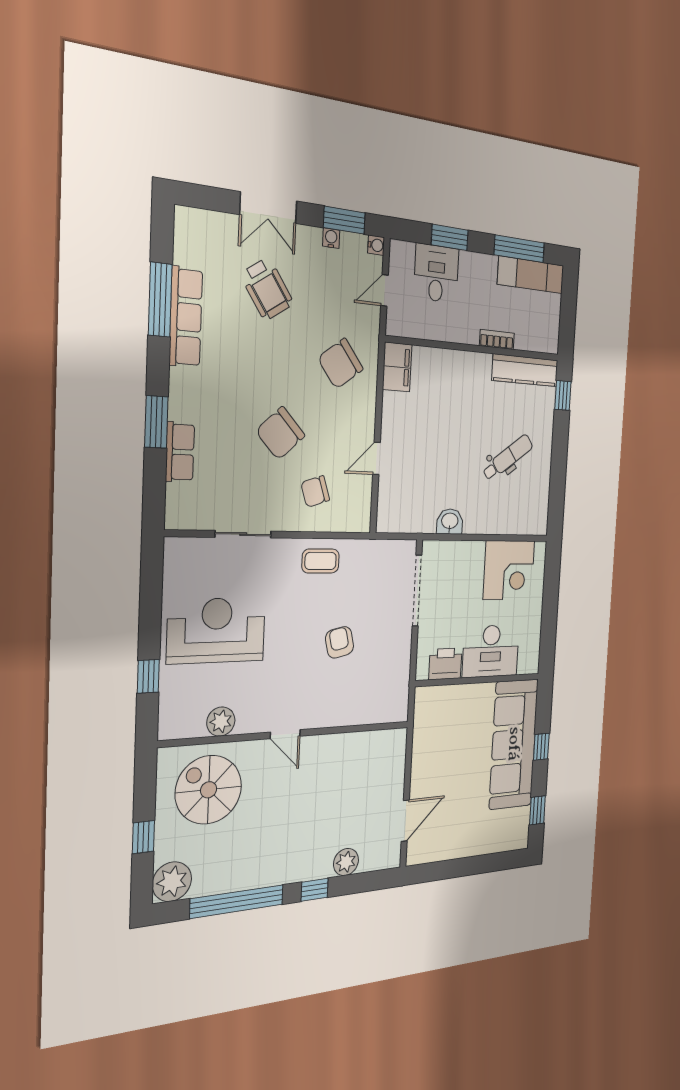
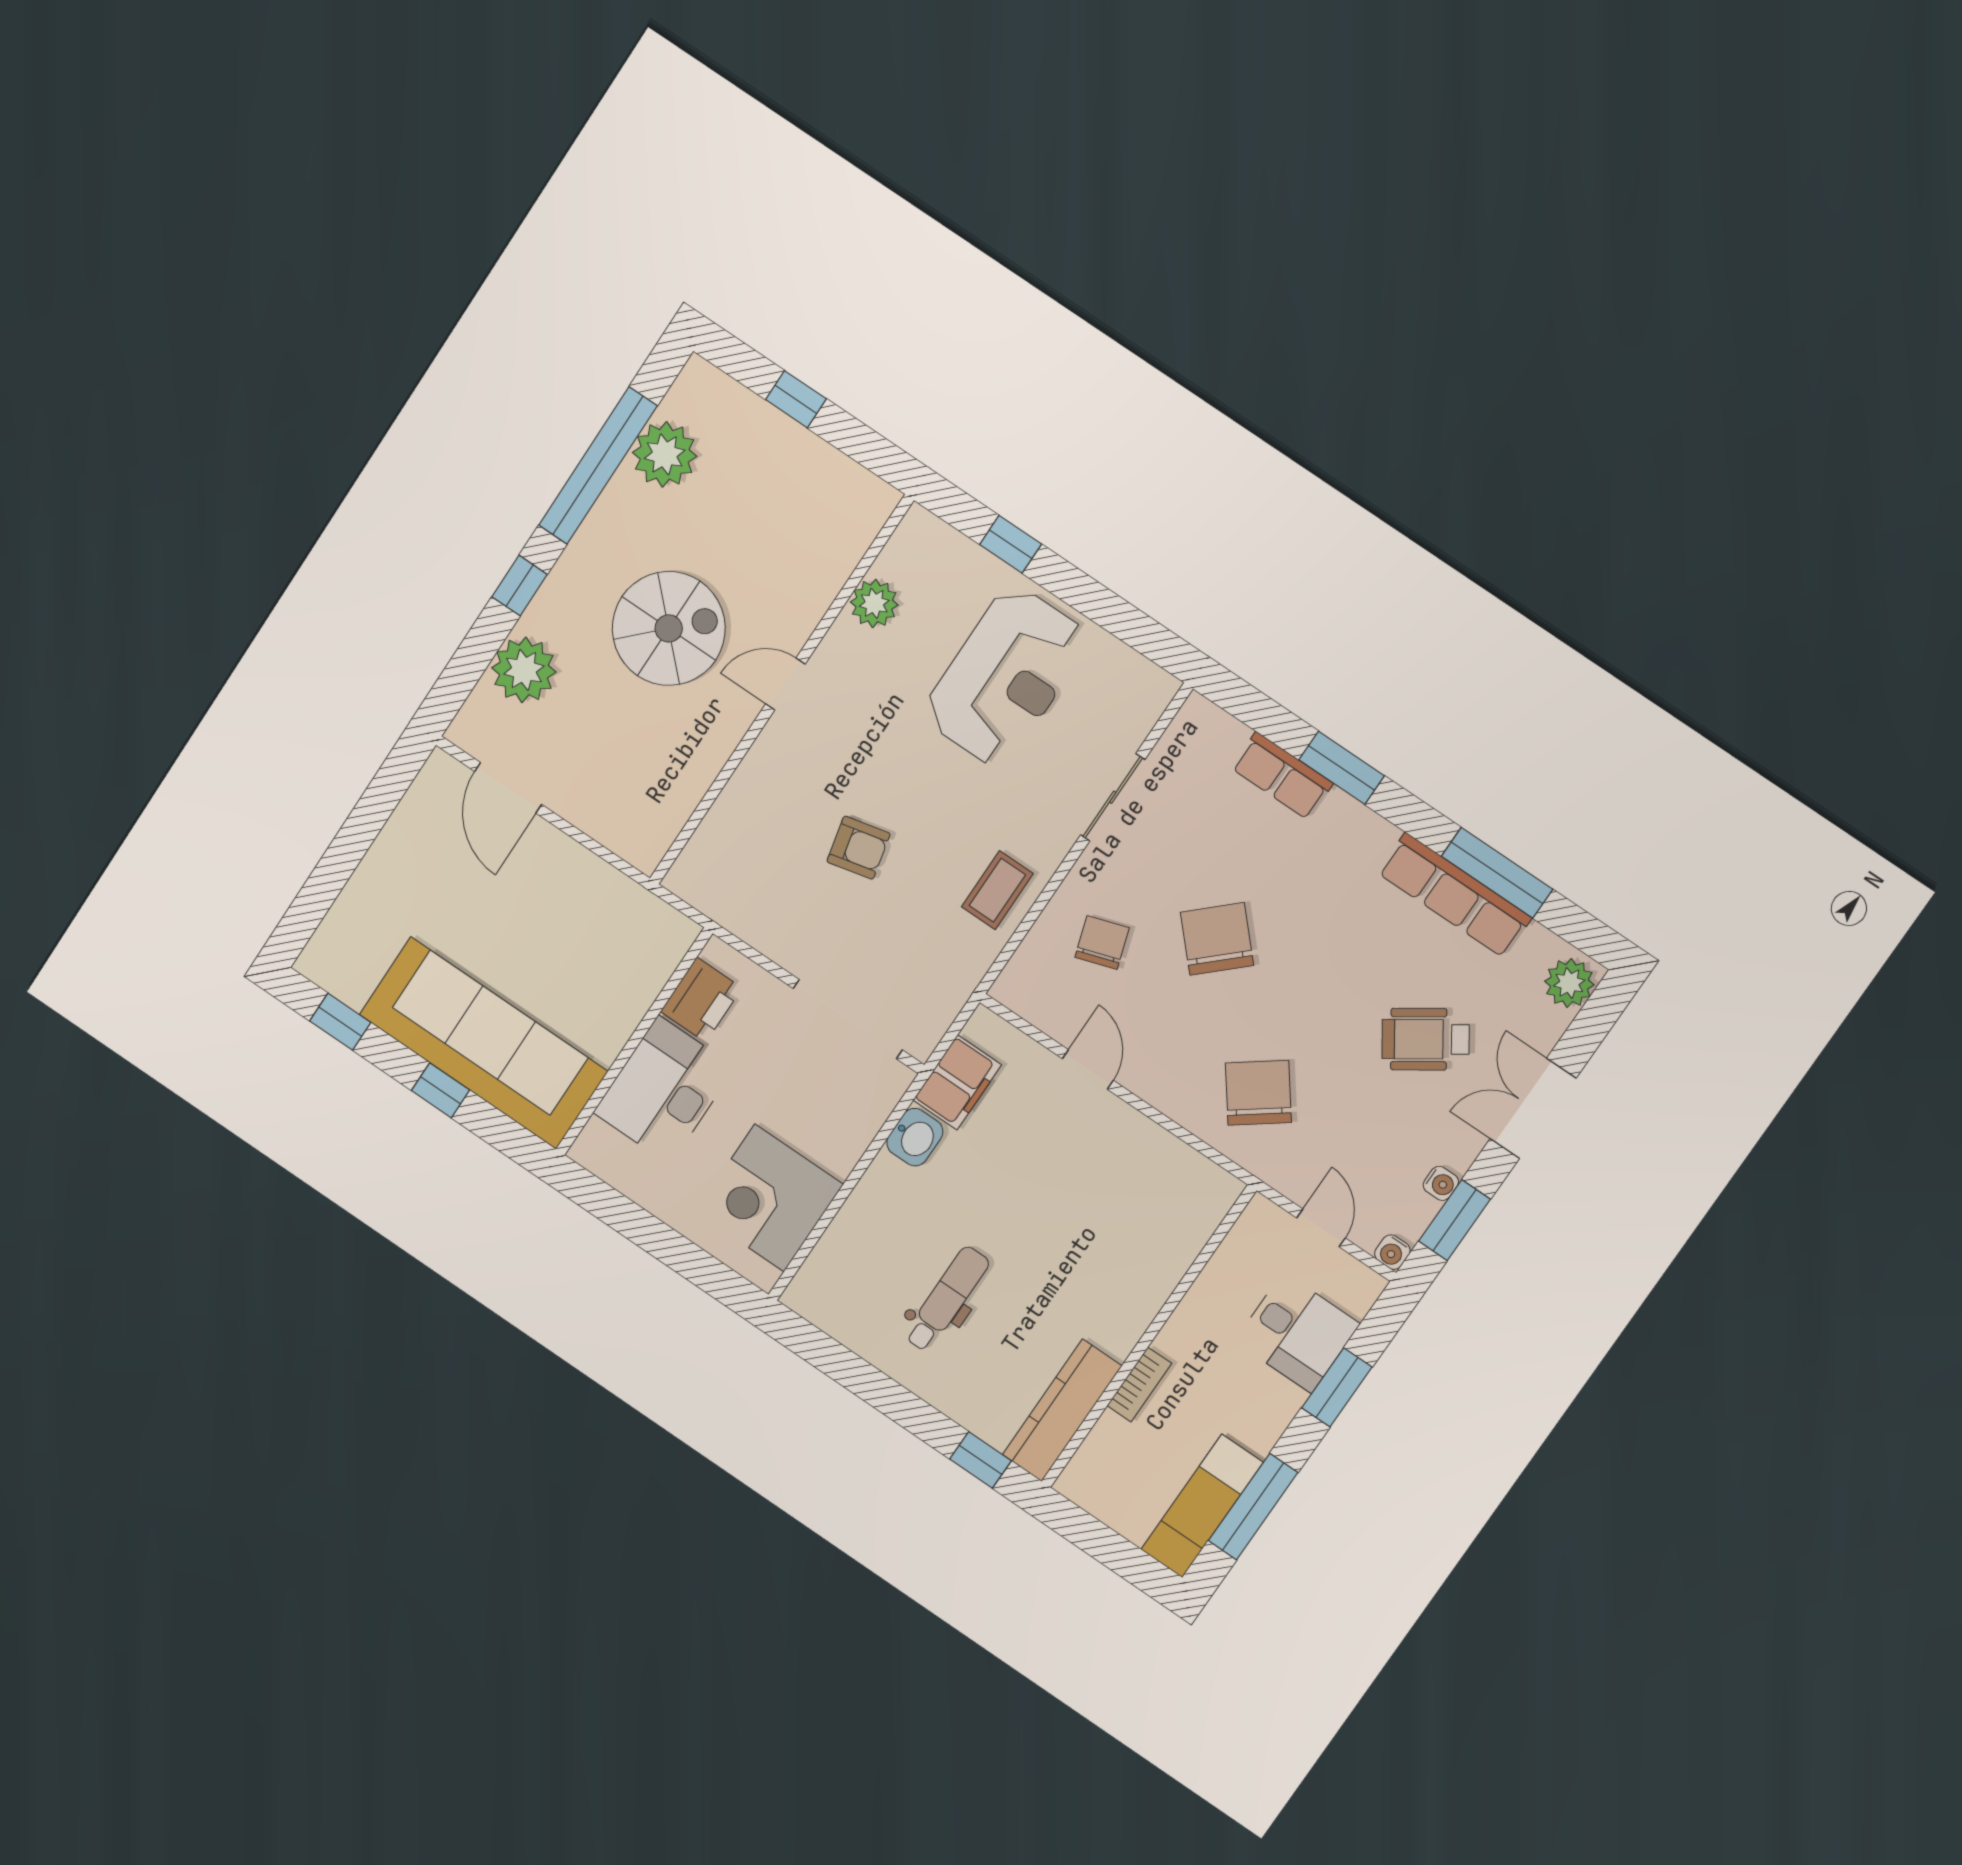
plant: (194, 224) -> (1569, 983), added
filing cabinet: (397, 367) -> (957, 1082), moved, turned -90
dental chair: (508, 458) -> (947, 1299), turned -144
spiral stairs: (209, 790) -> (669, 628), moved
plant: (346, 862) -> (524, 670), width x1.36, depth x1.36
plant: (172, 882) -> (665, 454), moved

